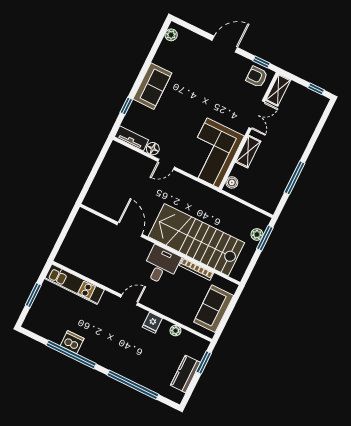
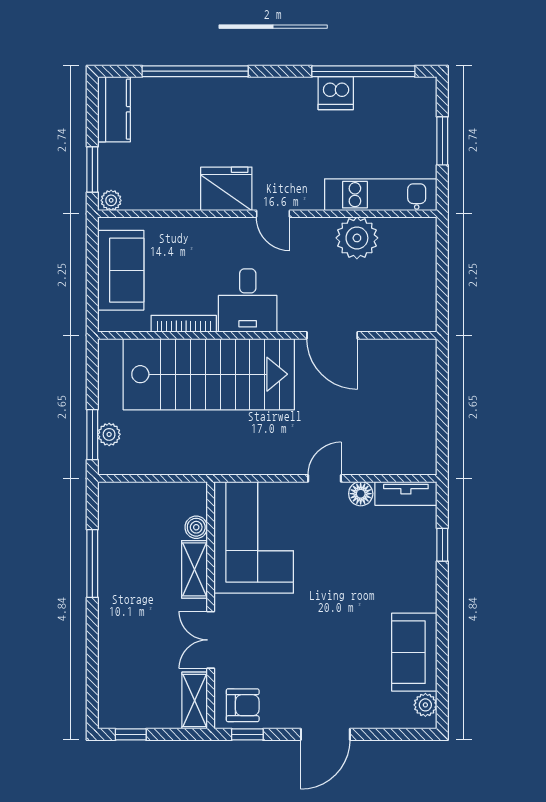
sofa: (152, 86) -> (414, 652), moved
boiler: (232, 182) -> (196, 527), moved
plant: (96, 269) -> (357, 238), added
door: (129, 300) -> (273, 214), hinge flipped
fridge: (152, 323) -> (226, 189), width x1.88, depth x1.34
plant: (175, 331) -> (111, 200), moved
window: (71, 354) -> (363, 71), moved
kitchen counter: (185, 374) -> (114, 109), moved

